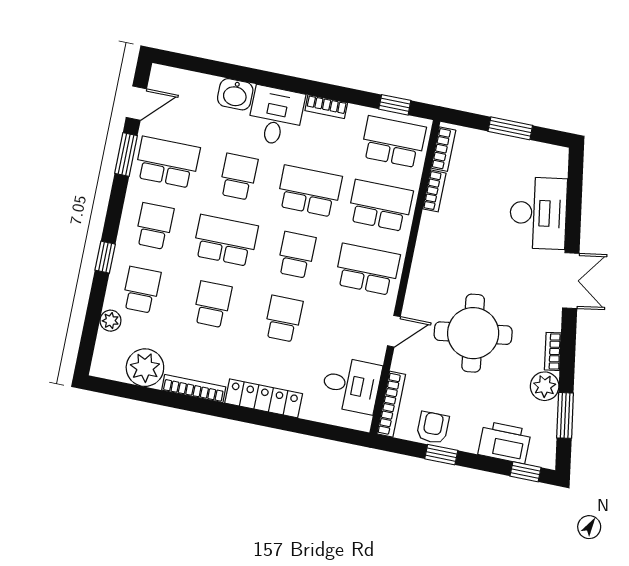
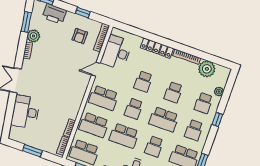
round table: (473, 333) -> (61, 64), removed
desk: (351, 385) -> (116, 52), width x1.37
armchair: (433, 428) -> (80, 36), moved

